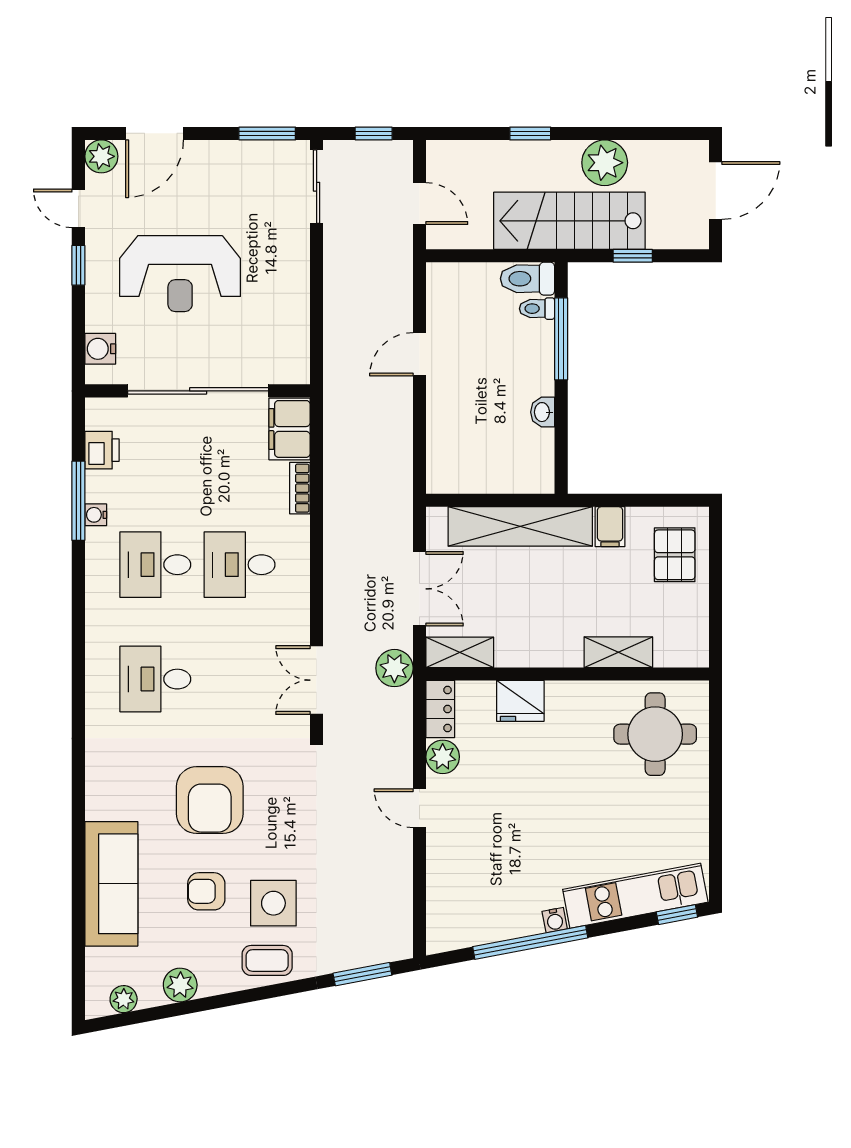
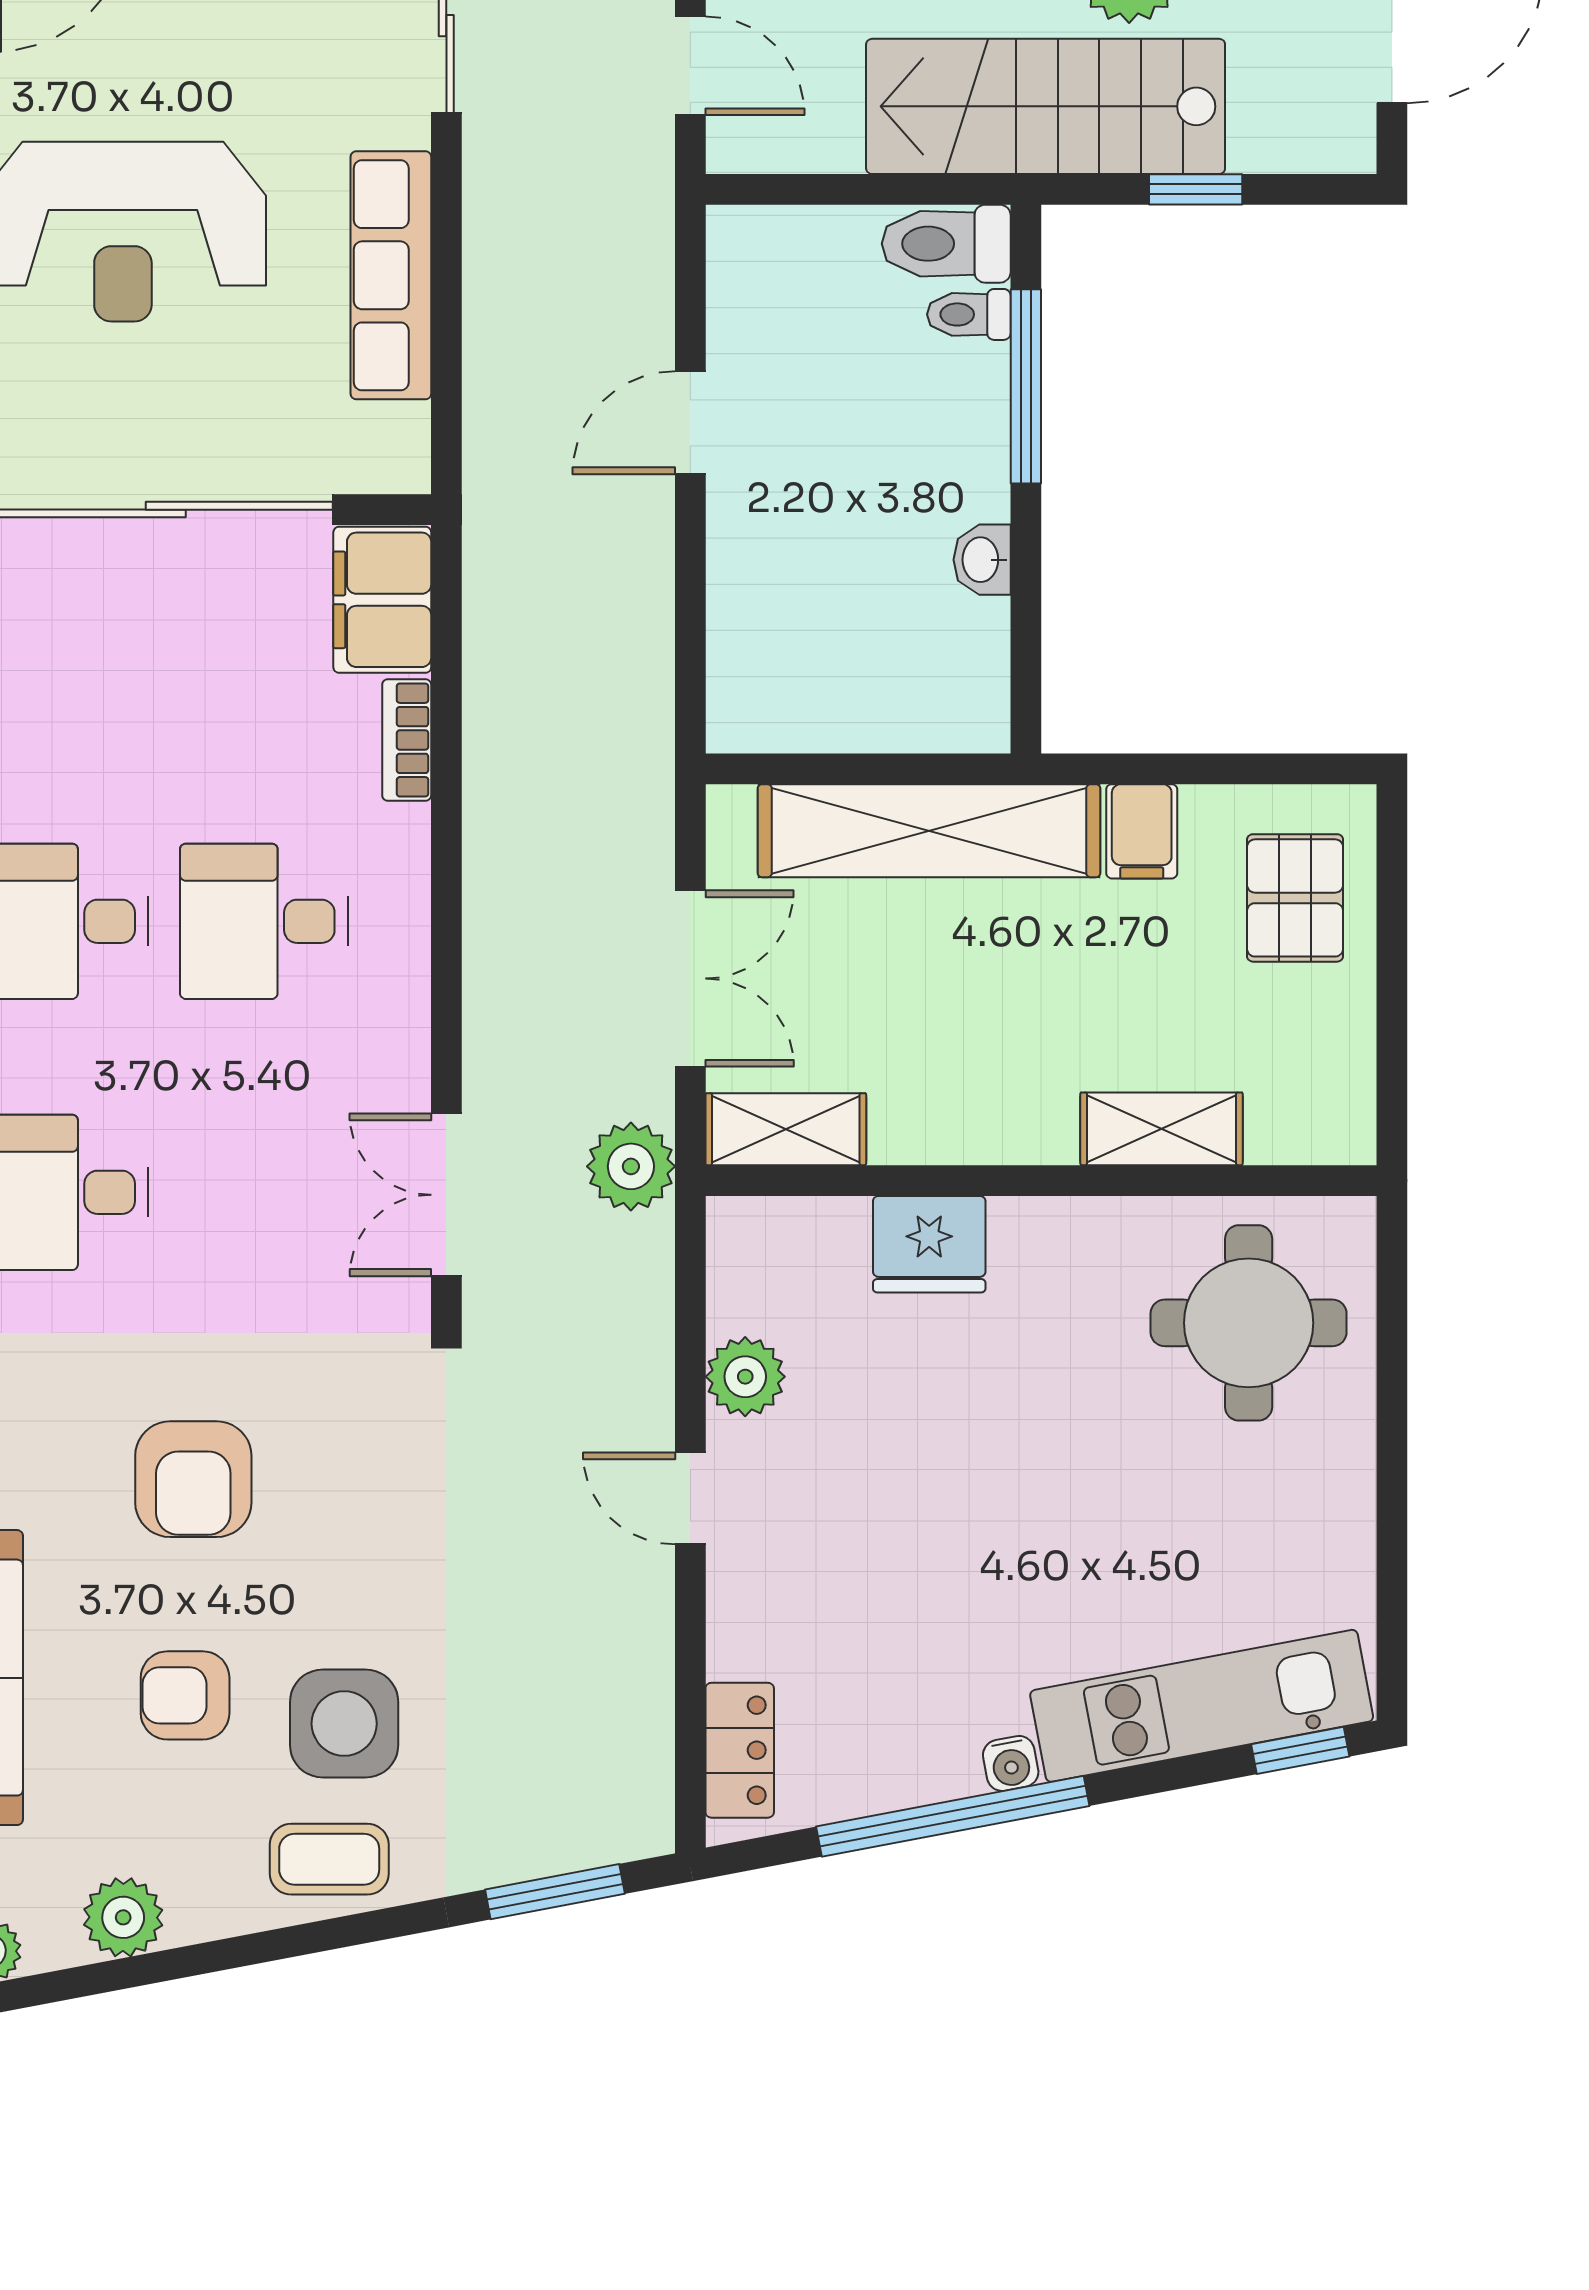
row of seats: (293, 292) -> (391, 275), added
locker: (440, 709) -> (740, 1750), moved
armchair: (210, 800) -> (193, 1479), width x0.73, depth x0.73

